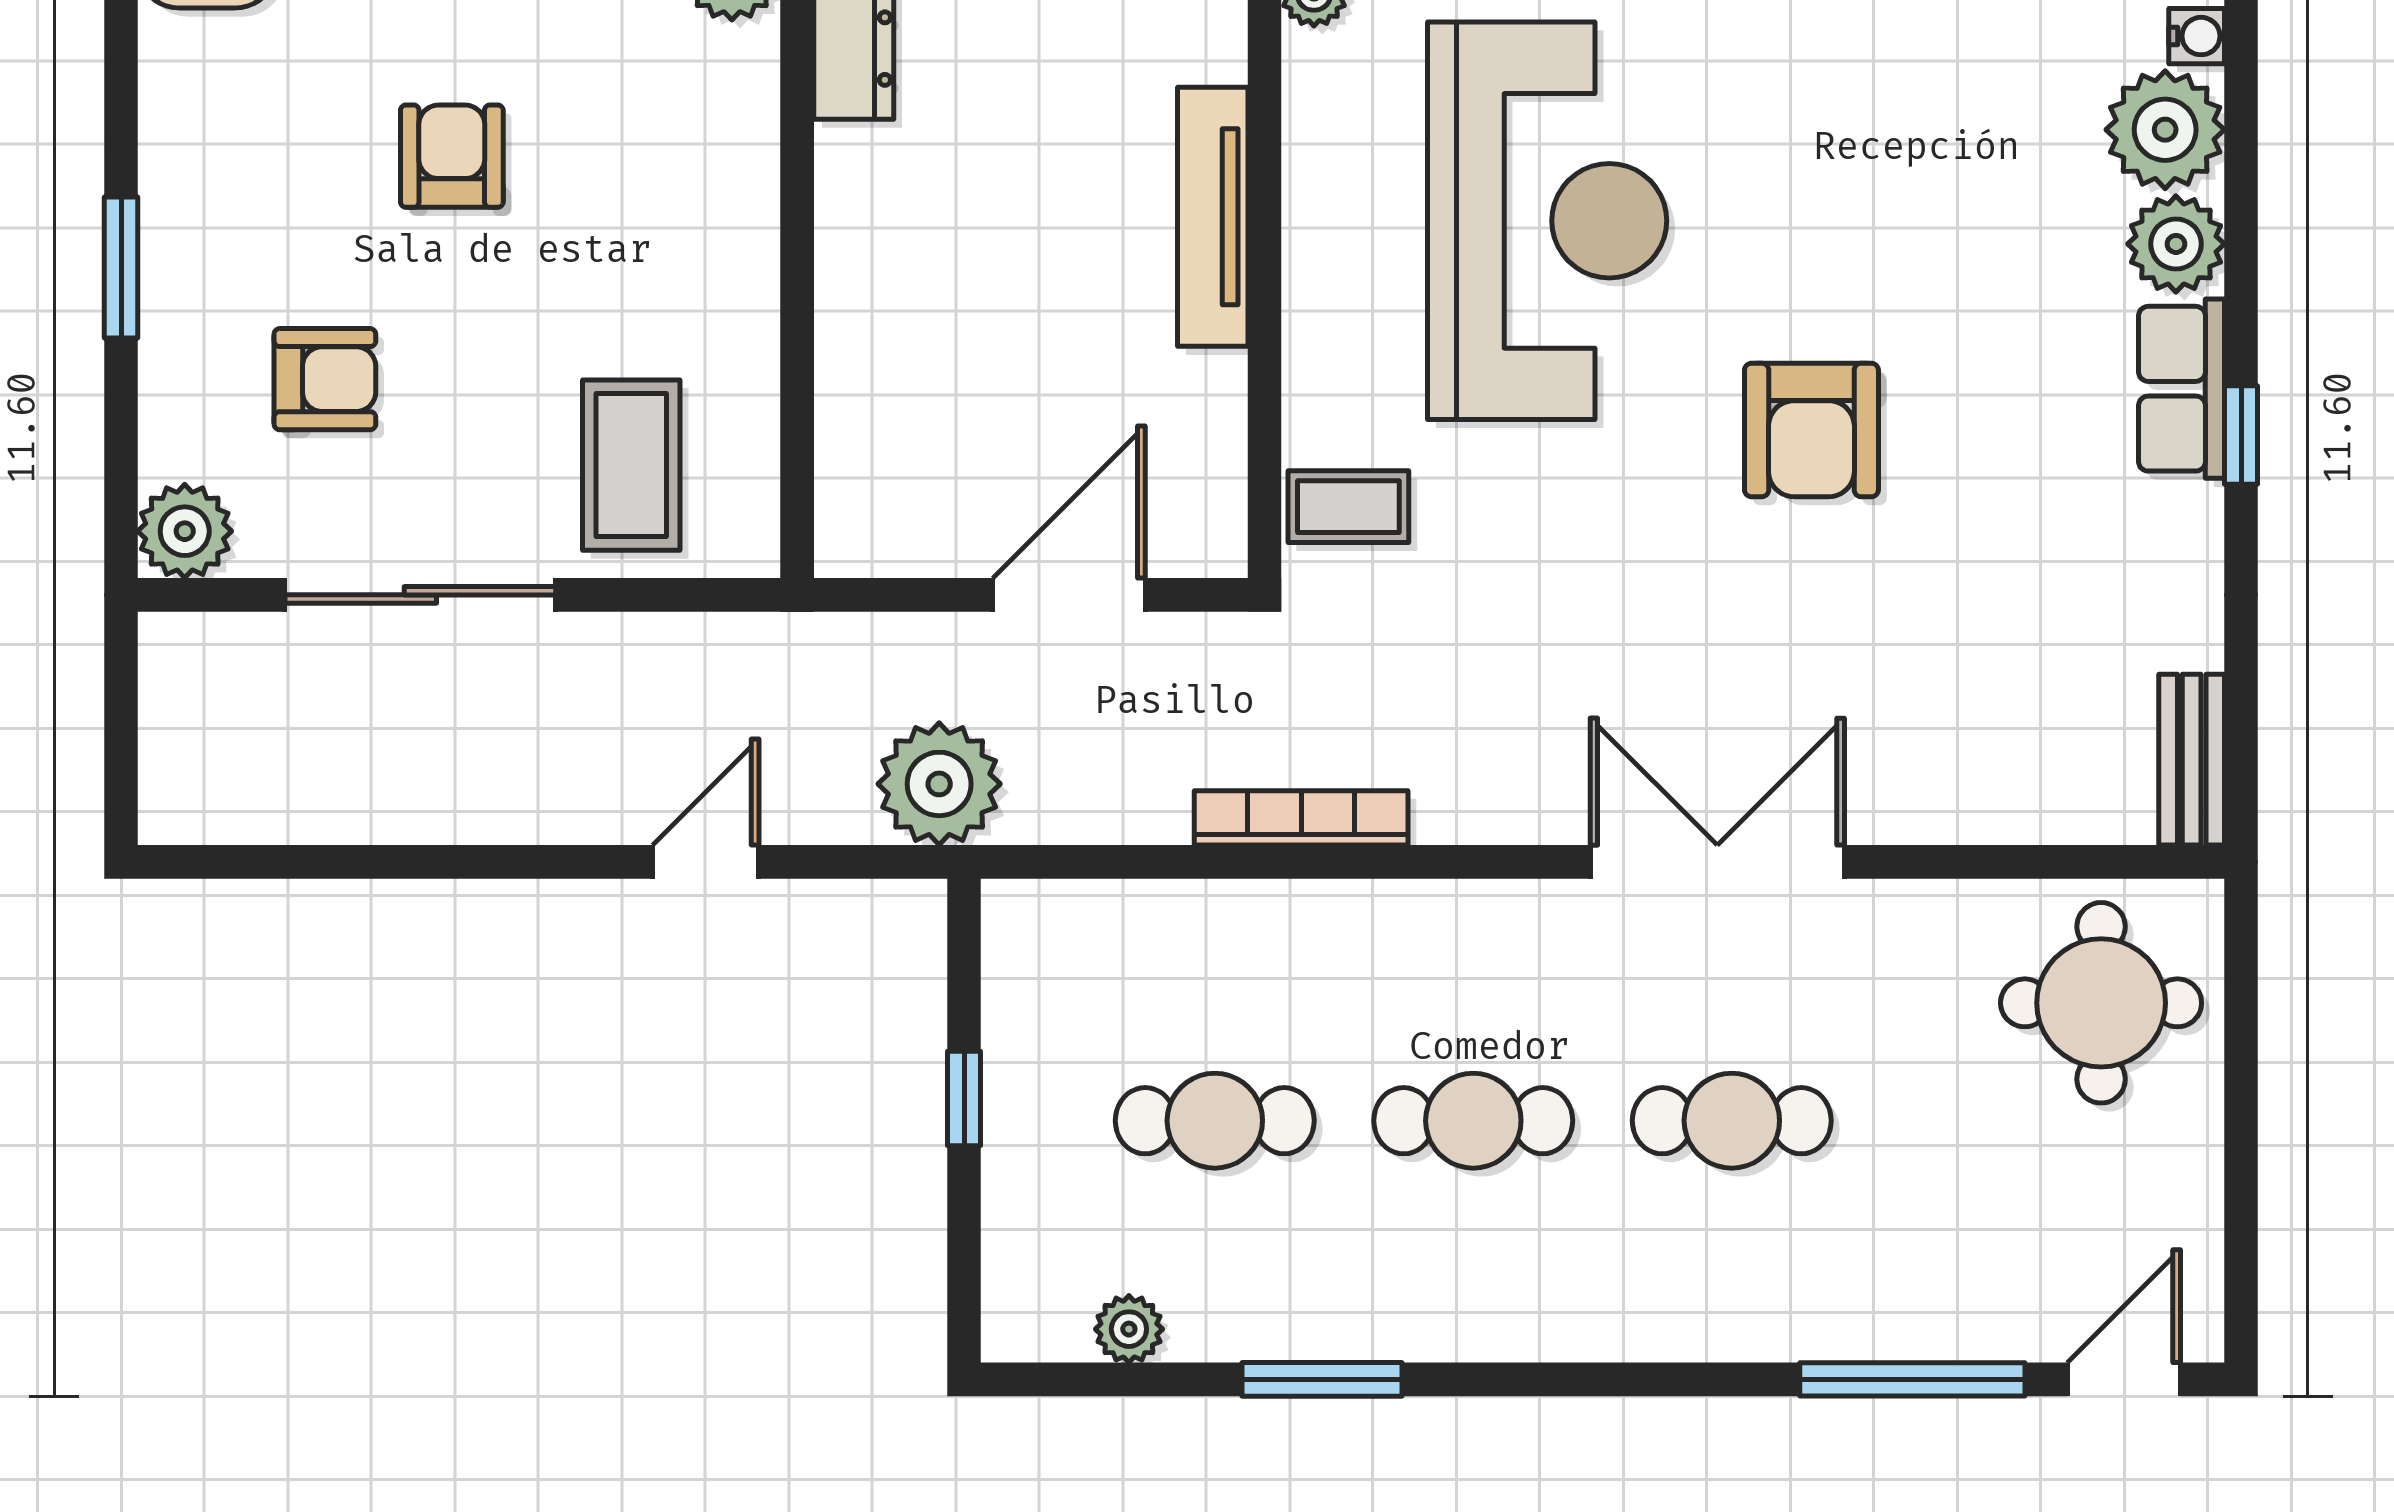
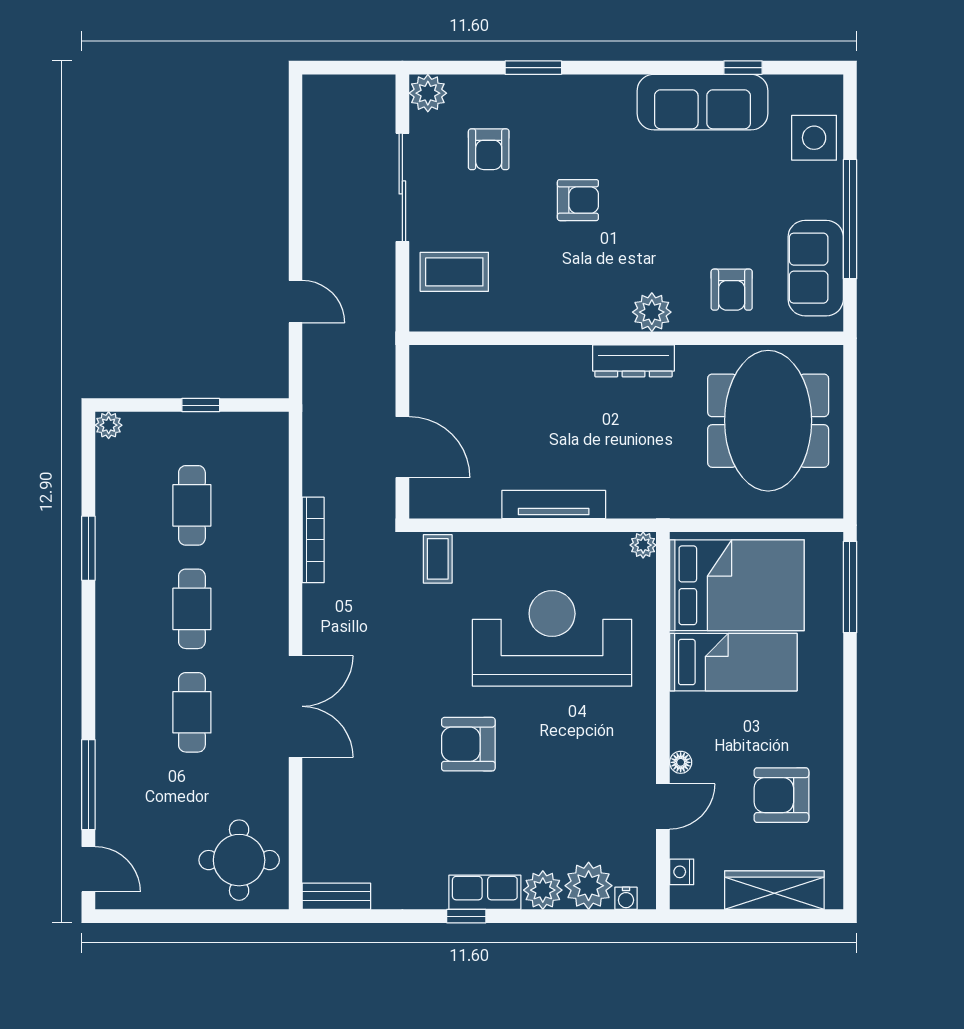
reception desk: (1547, 221) -> (552, 638), turned 180
plant: (939, 784) -> (327, 395), removed
plant: (1129, 1329) -> (109, 425), moved

